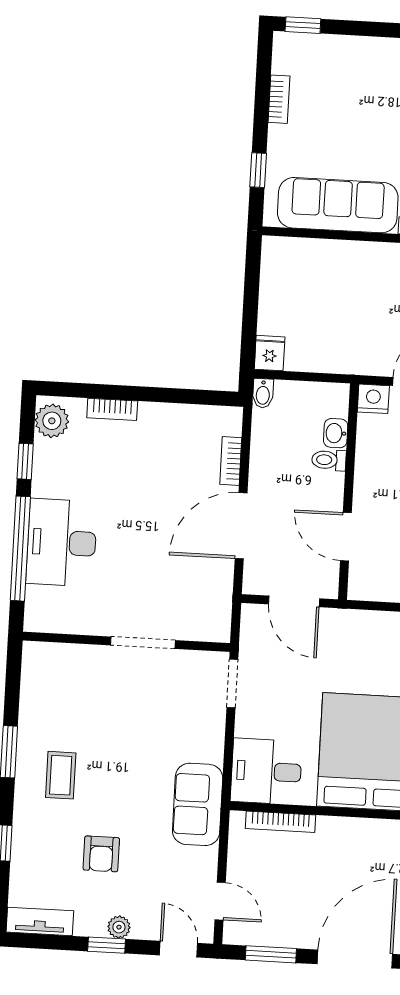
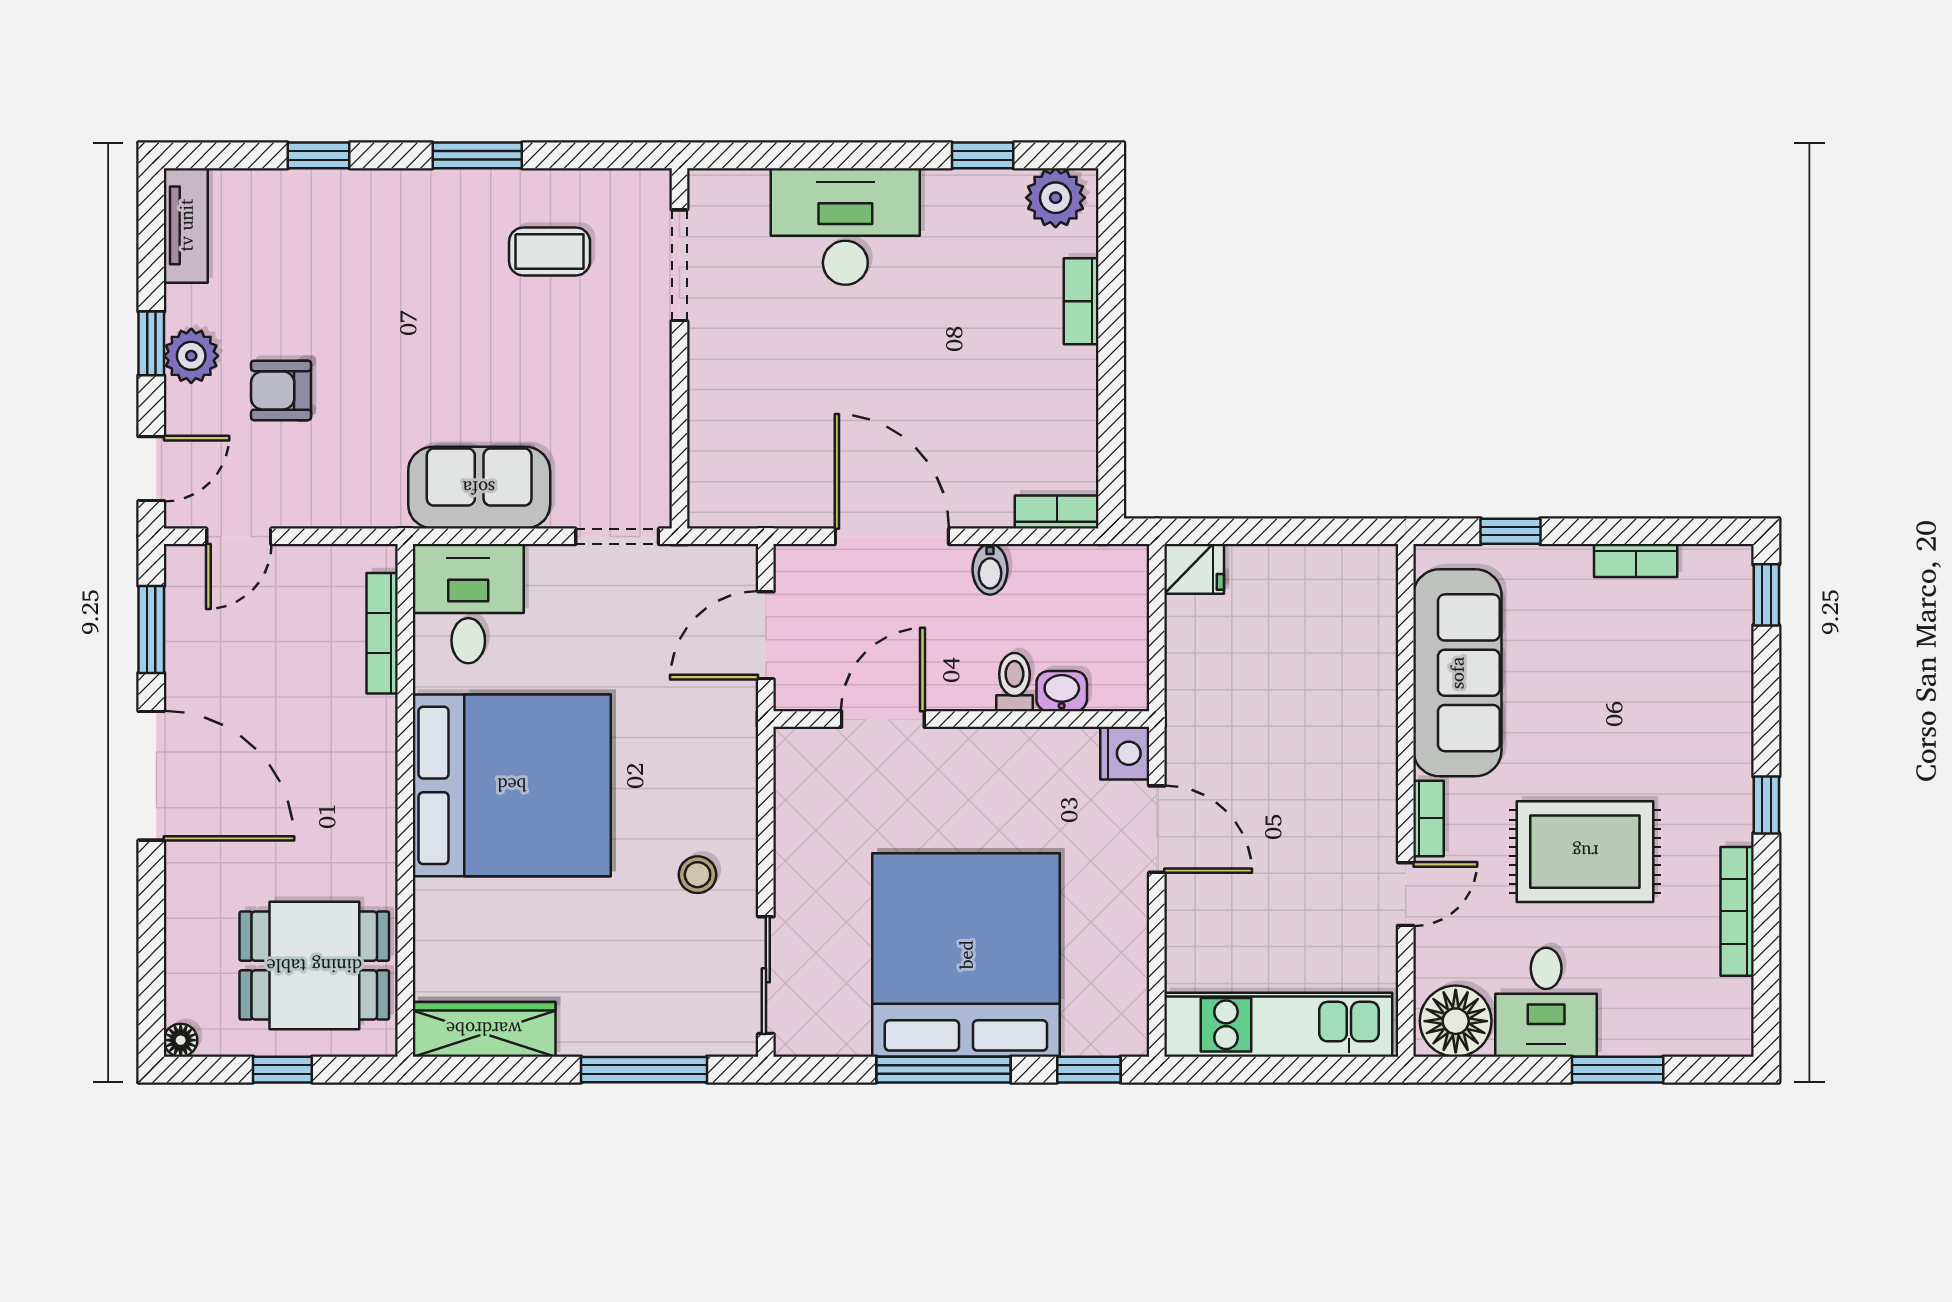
bidet: (263, 393) -> (990, 569), moved, turned -90
bookcase: (231, 461) -> (1057, 512), moved
window: (20, 549) -> (831, 155), removed
doorway: (143, 643) -> (679, 265), moved
coffee table: (61, 775) -> (550, 252), moved
sofa: (198, 804) -> (479, 488), moved
armchair: (101, 854) -> (281, 390), moved
plant: (119, 927) -> (191, 356), width x1.38, depth x1.38

